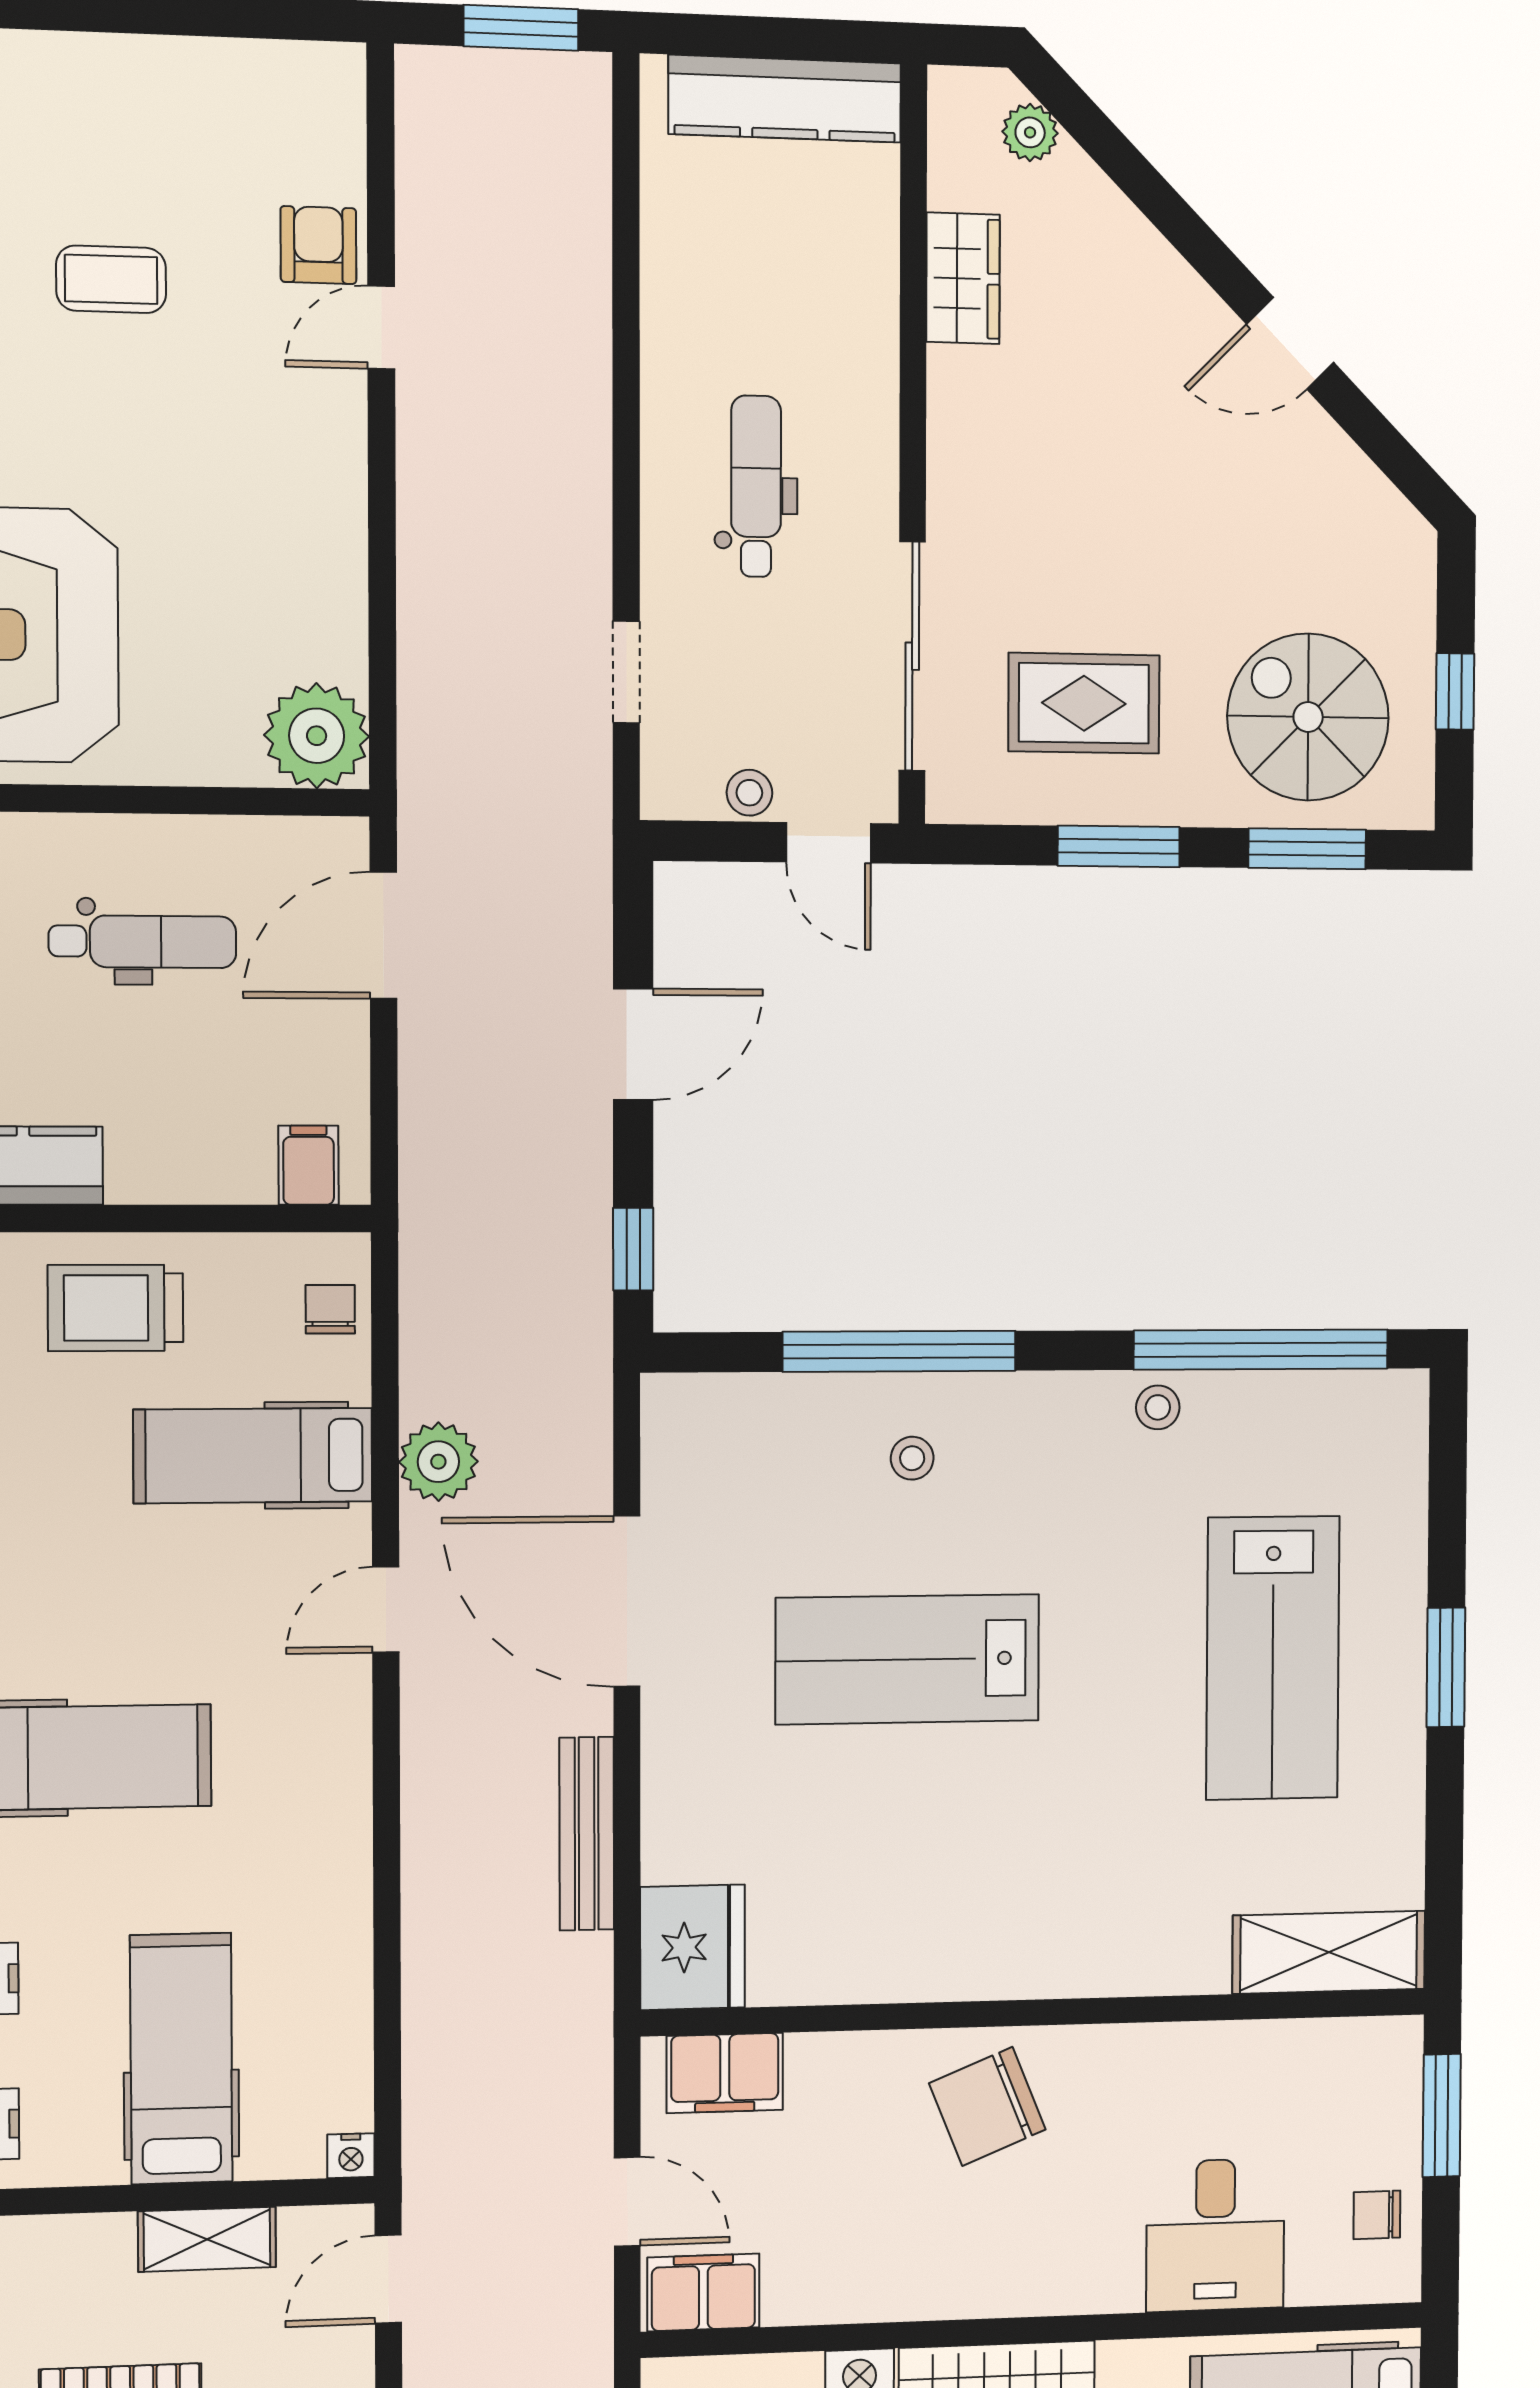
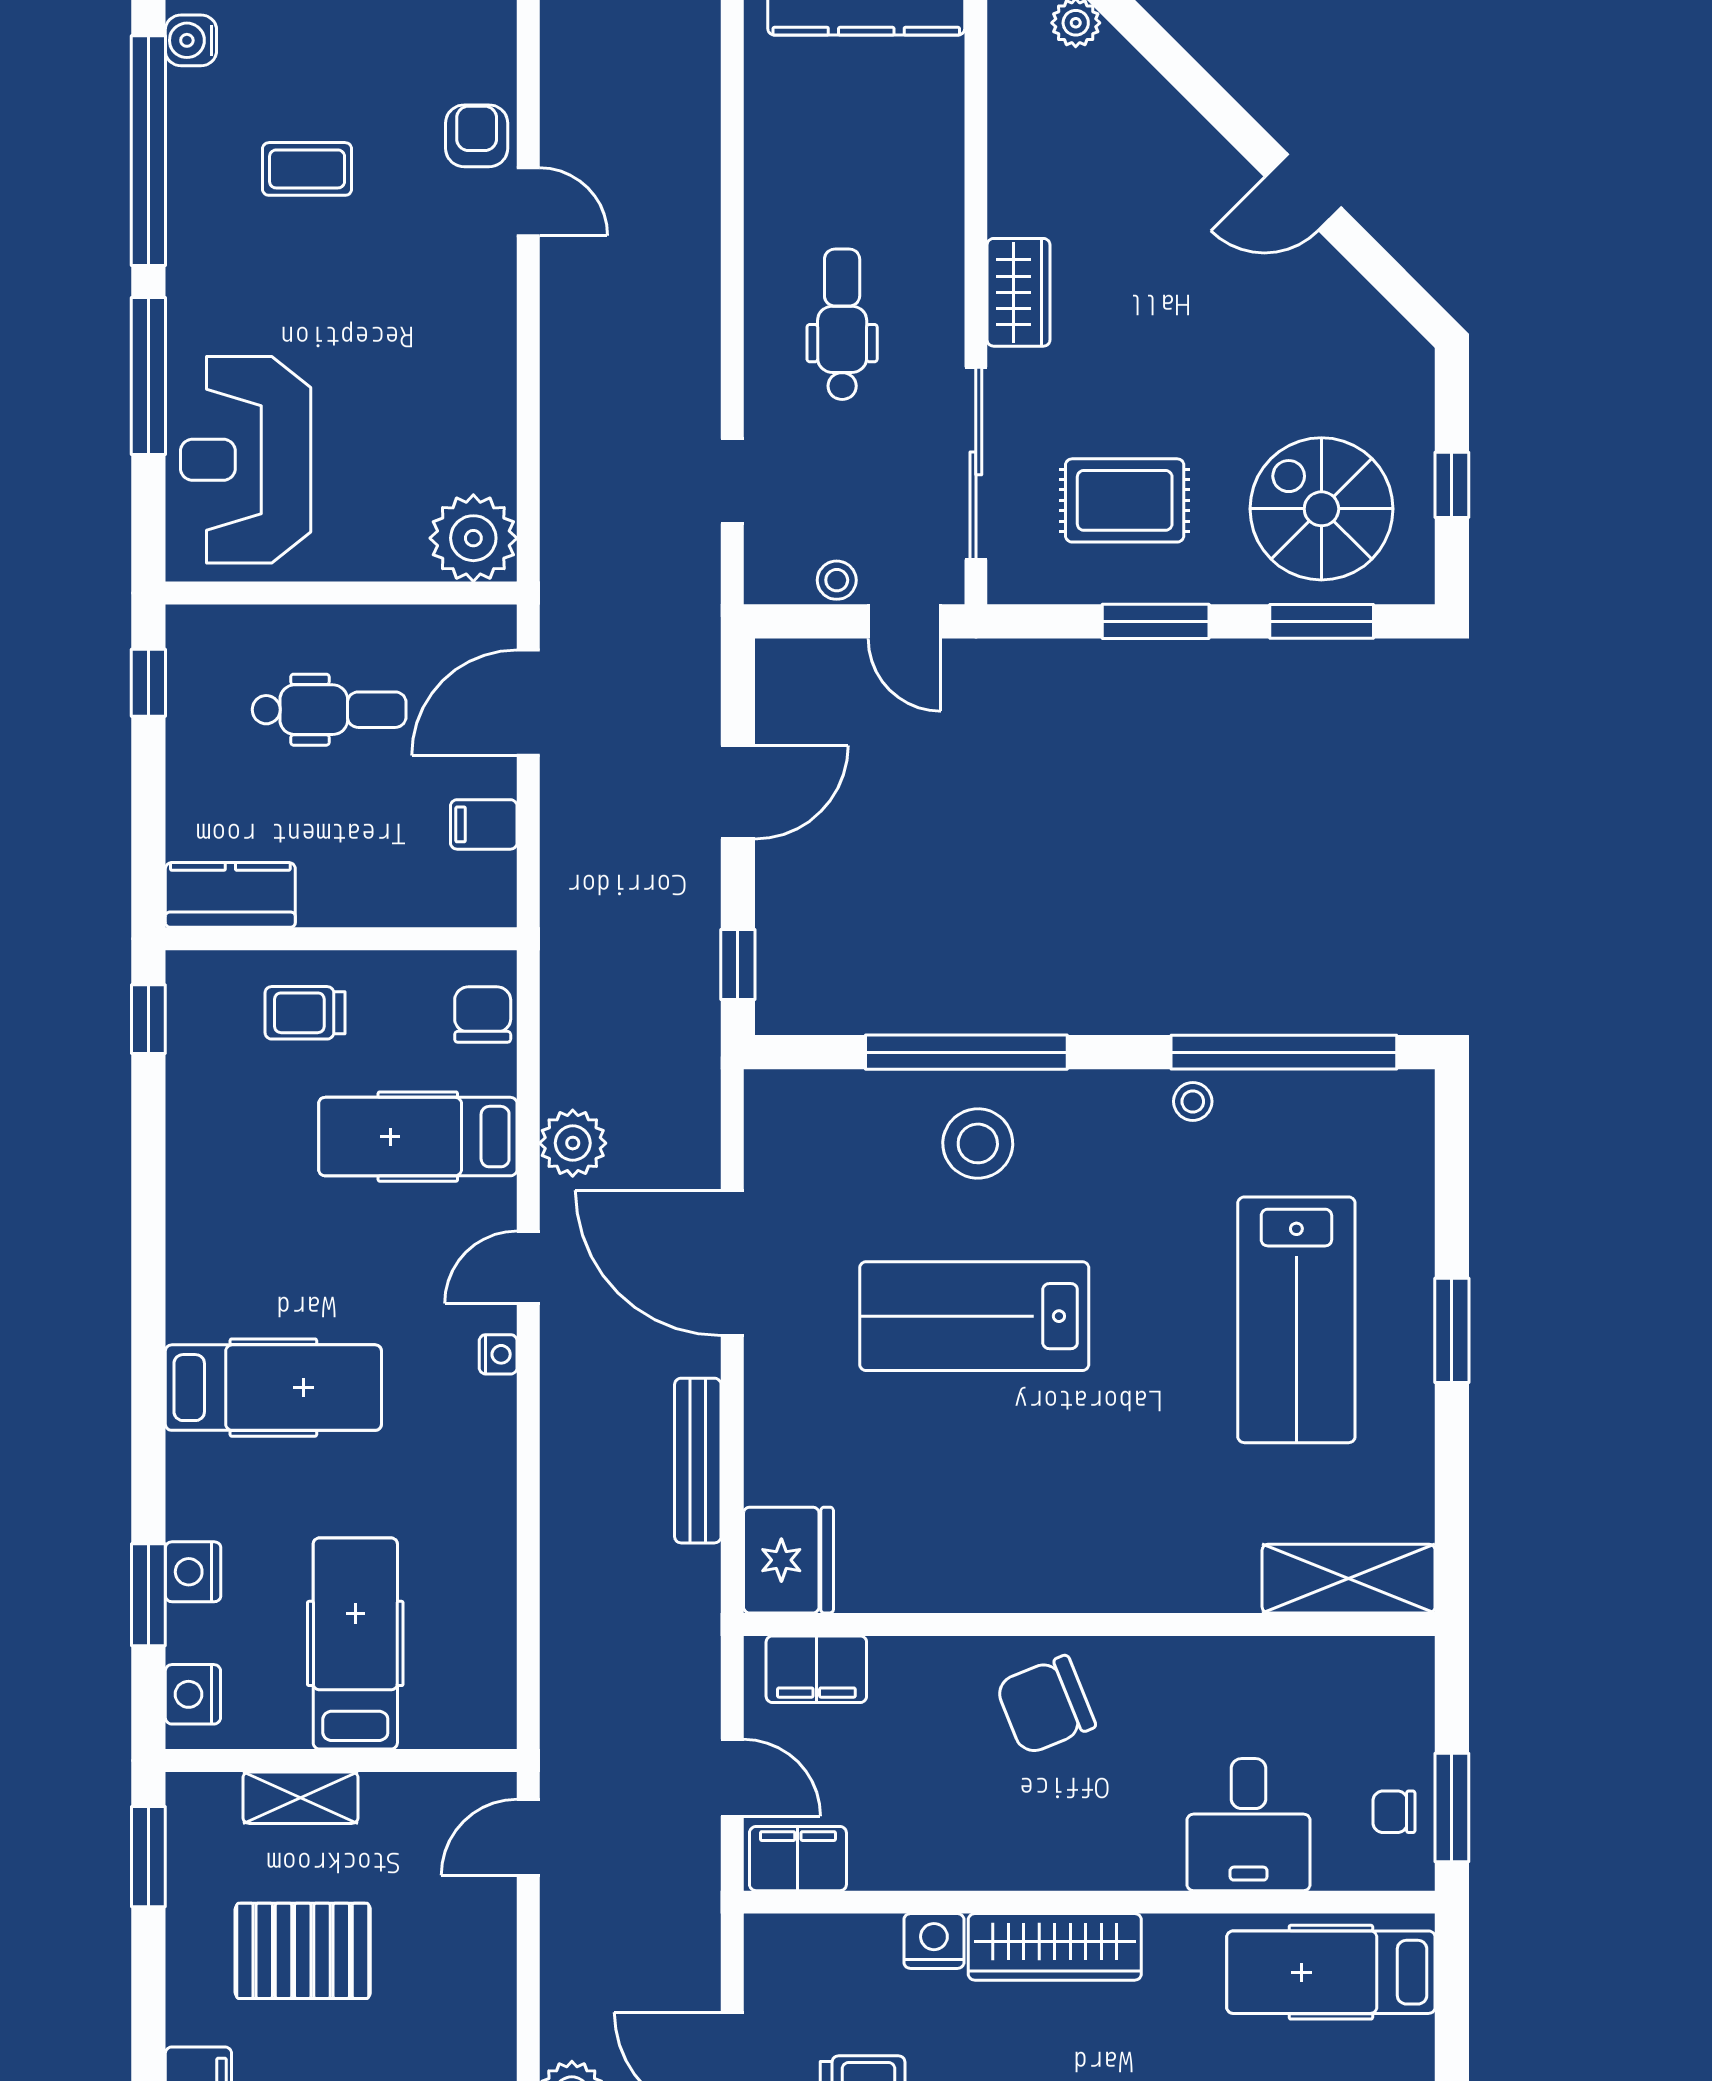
wardrobe: (963, 278) -> (1019, 292), moved
door: (381, 328) -> (528, 202), swing flipped
filing cabinet: (309, 1165) -> (484, 824), moved, turned -90
trolley: (116, 1308) -> (305, 1013), width x0.73, depth x0.72
chair: (330, 1309) -> (483, 1015), width x1.37, depth x1.37
stool: (912, 1458) -> (978, 1143), width x1.89, depth x1.89
window: (1442, 2115) -> (1452, 1808), moved
nightstand: (351, 2156) -> (498, 1354), moved, turned -90
shelving: (207, 2239) -> (301, 1798), moved

